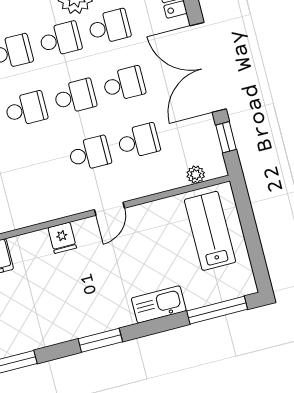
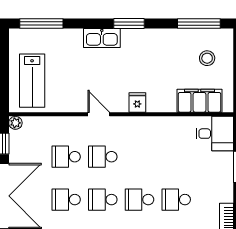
plant: (196, 175) -> (15, 123), moved
door: (109, 209) -> (99, 114), hinge flipped
kitchen sink: (159, 304) -> (102, 38), moved

